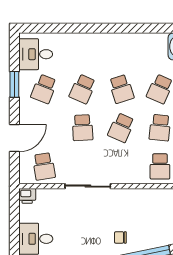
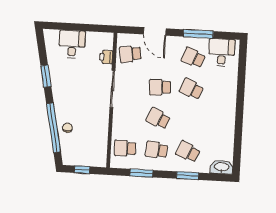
window: (14, 84) -> (198, 34), width x1.44
school desk: (121, 89) -> (190, 120), removed
printer: (27, 196) -> (106, 57), moved
chair: (120, 237) -> (67, 128), moved

